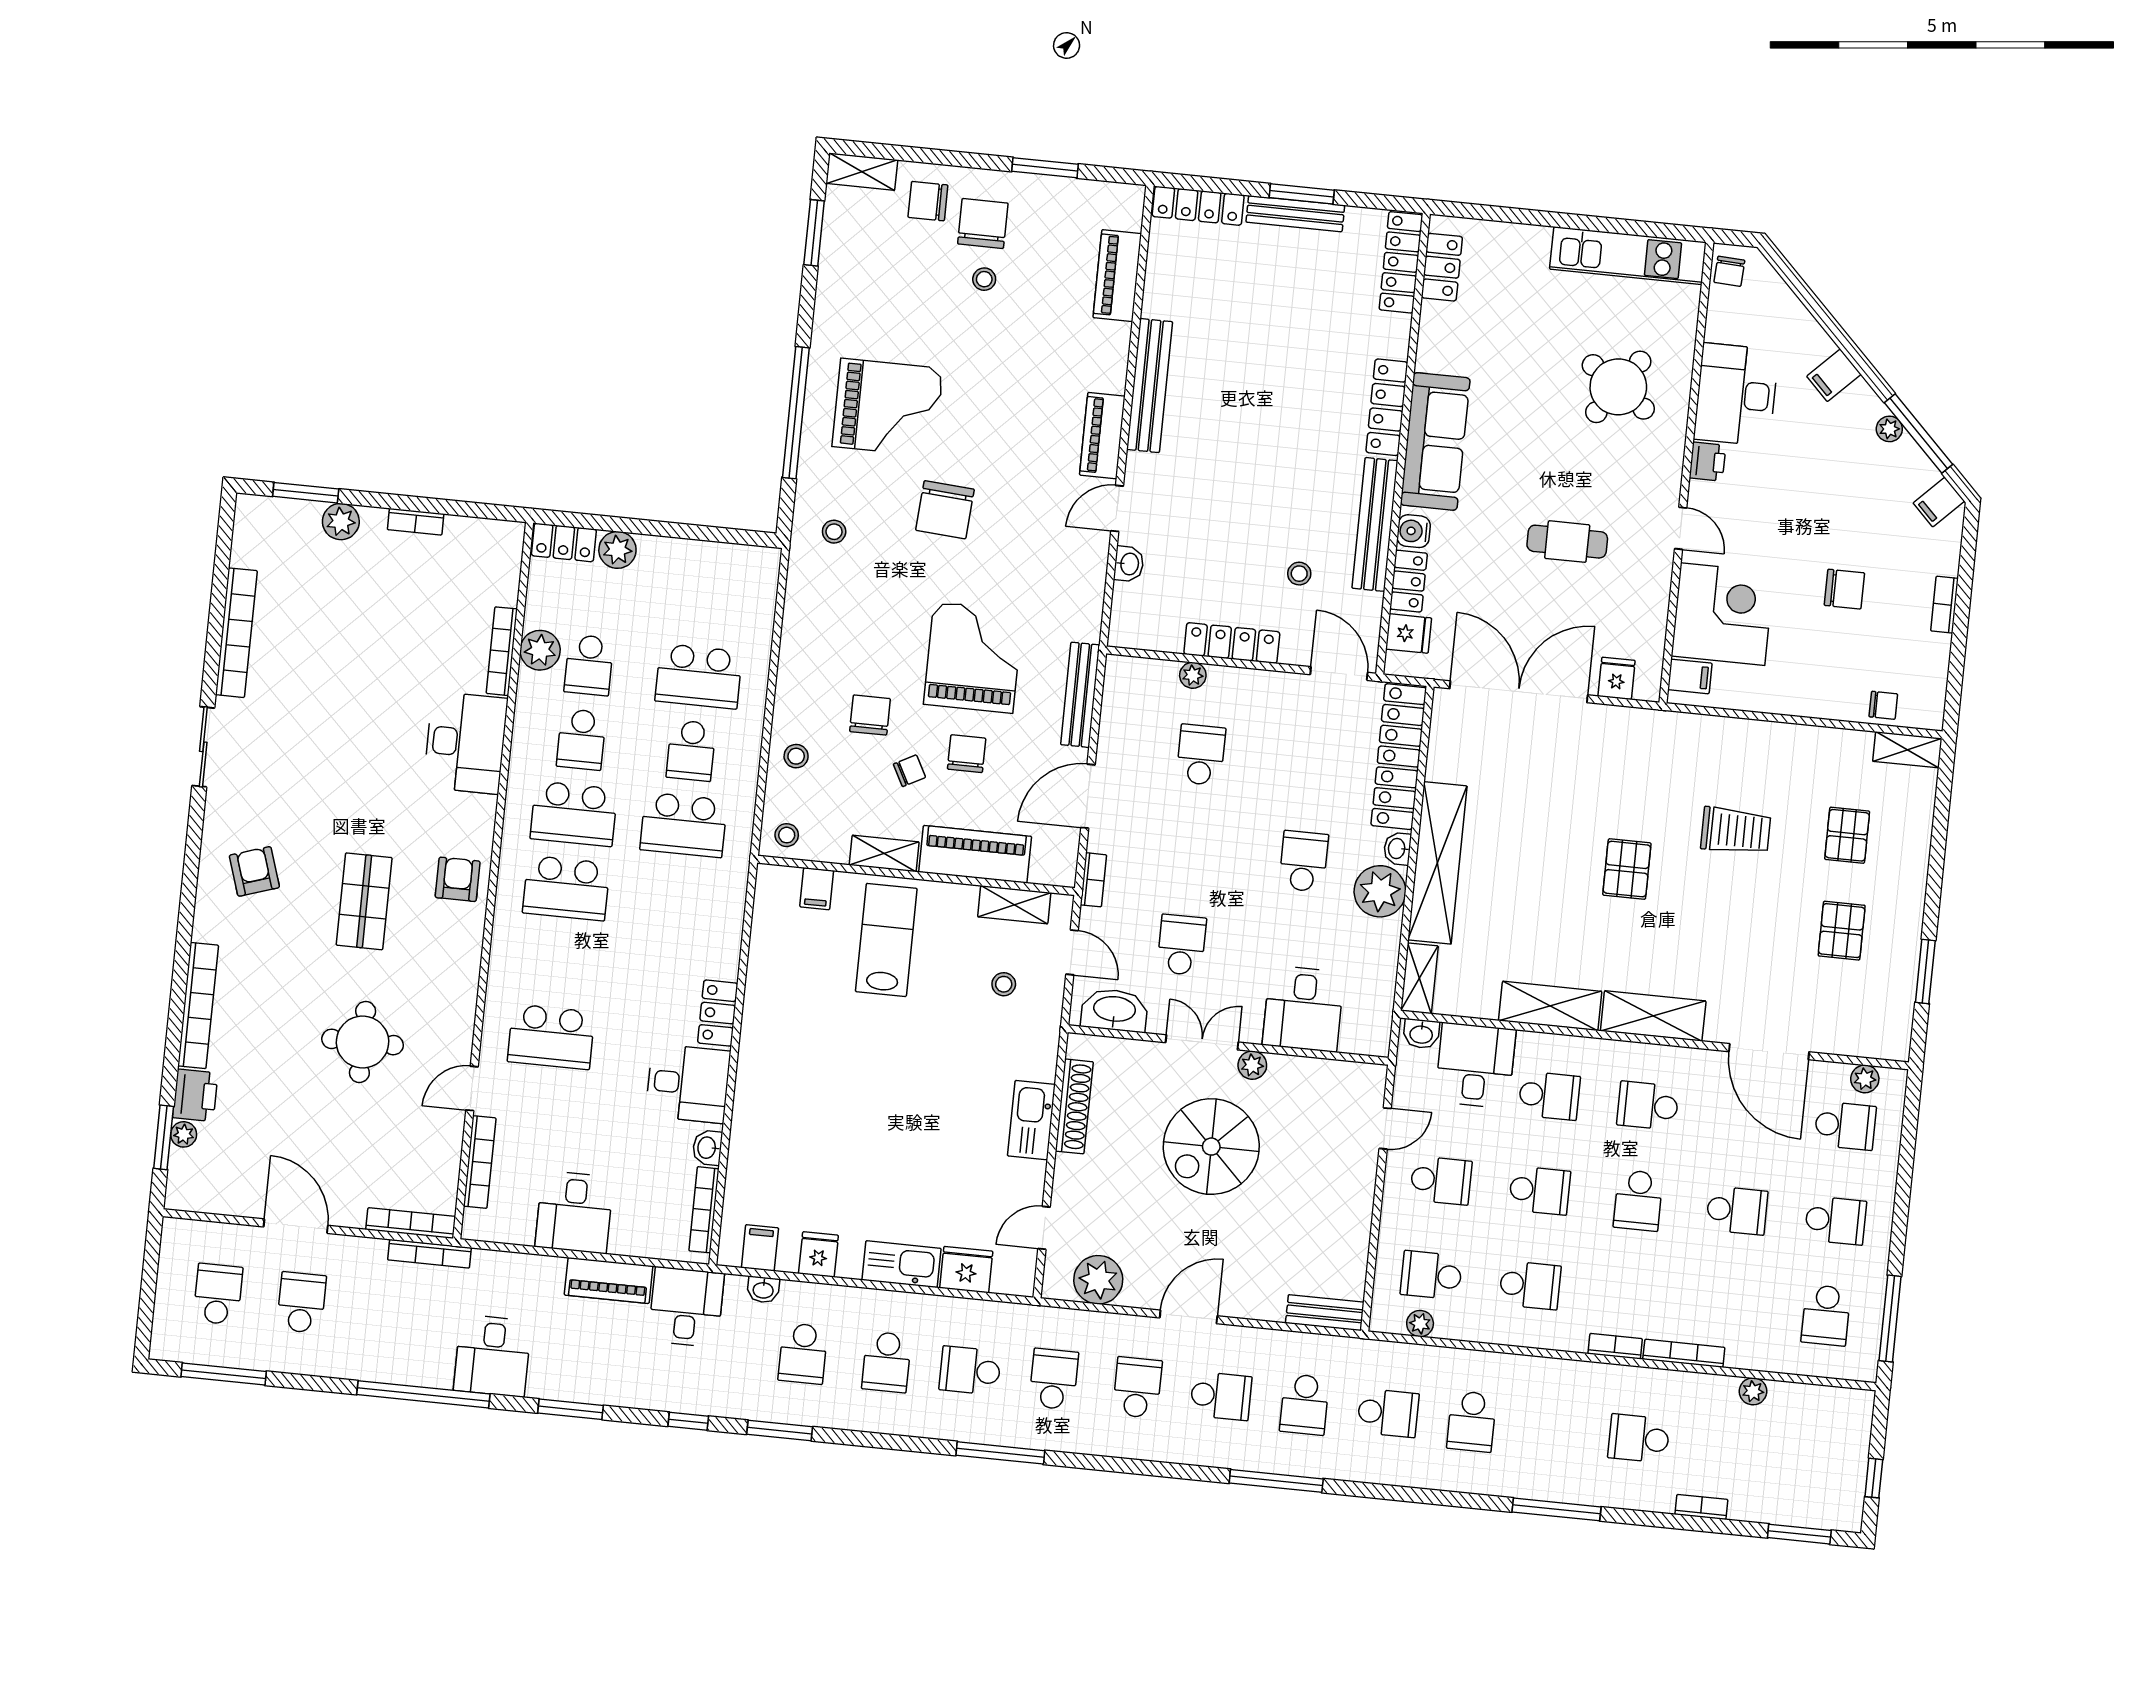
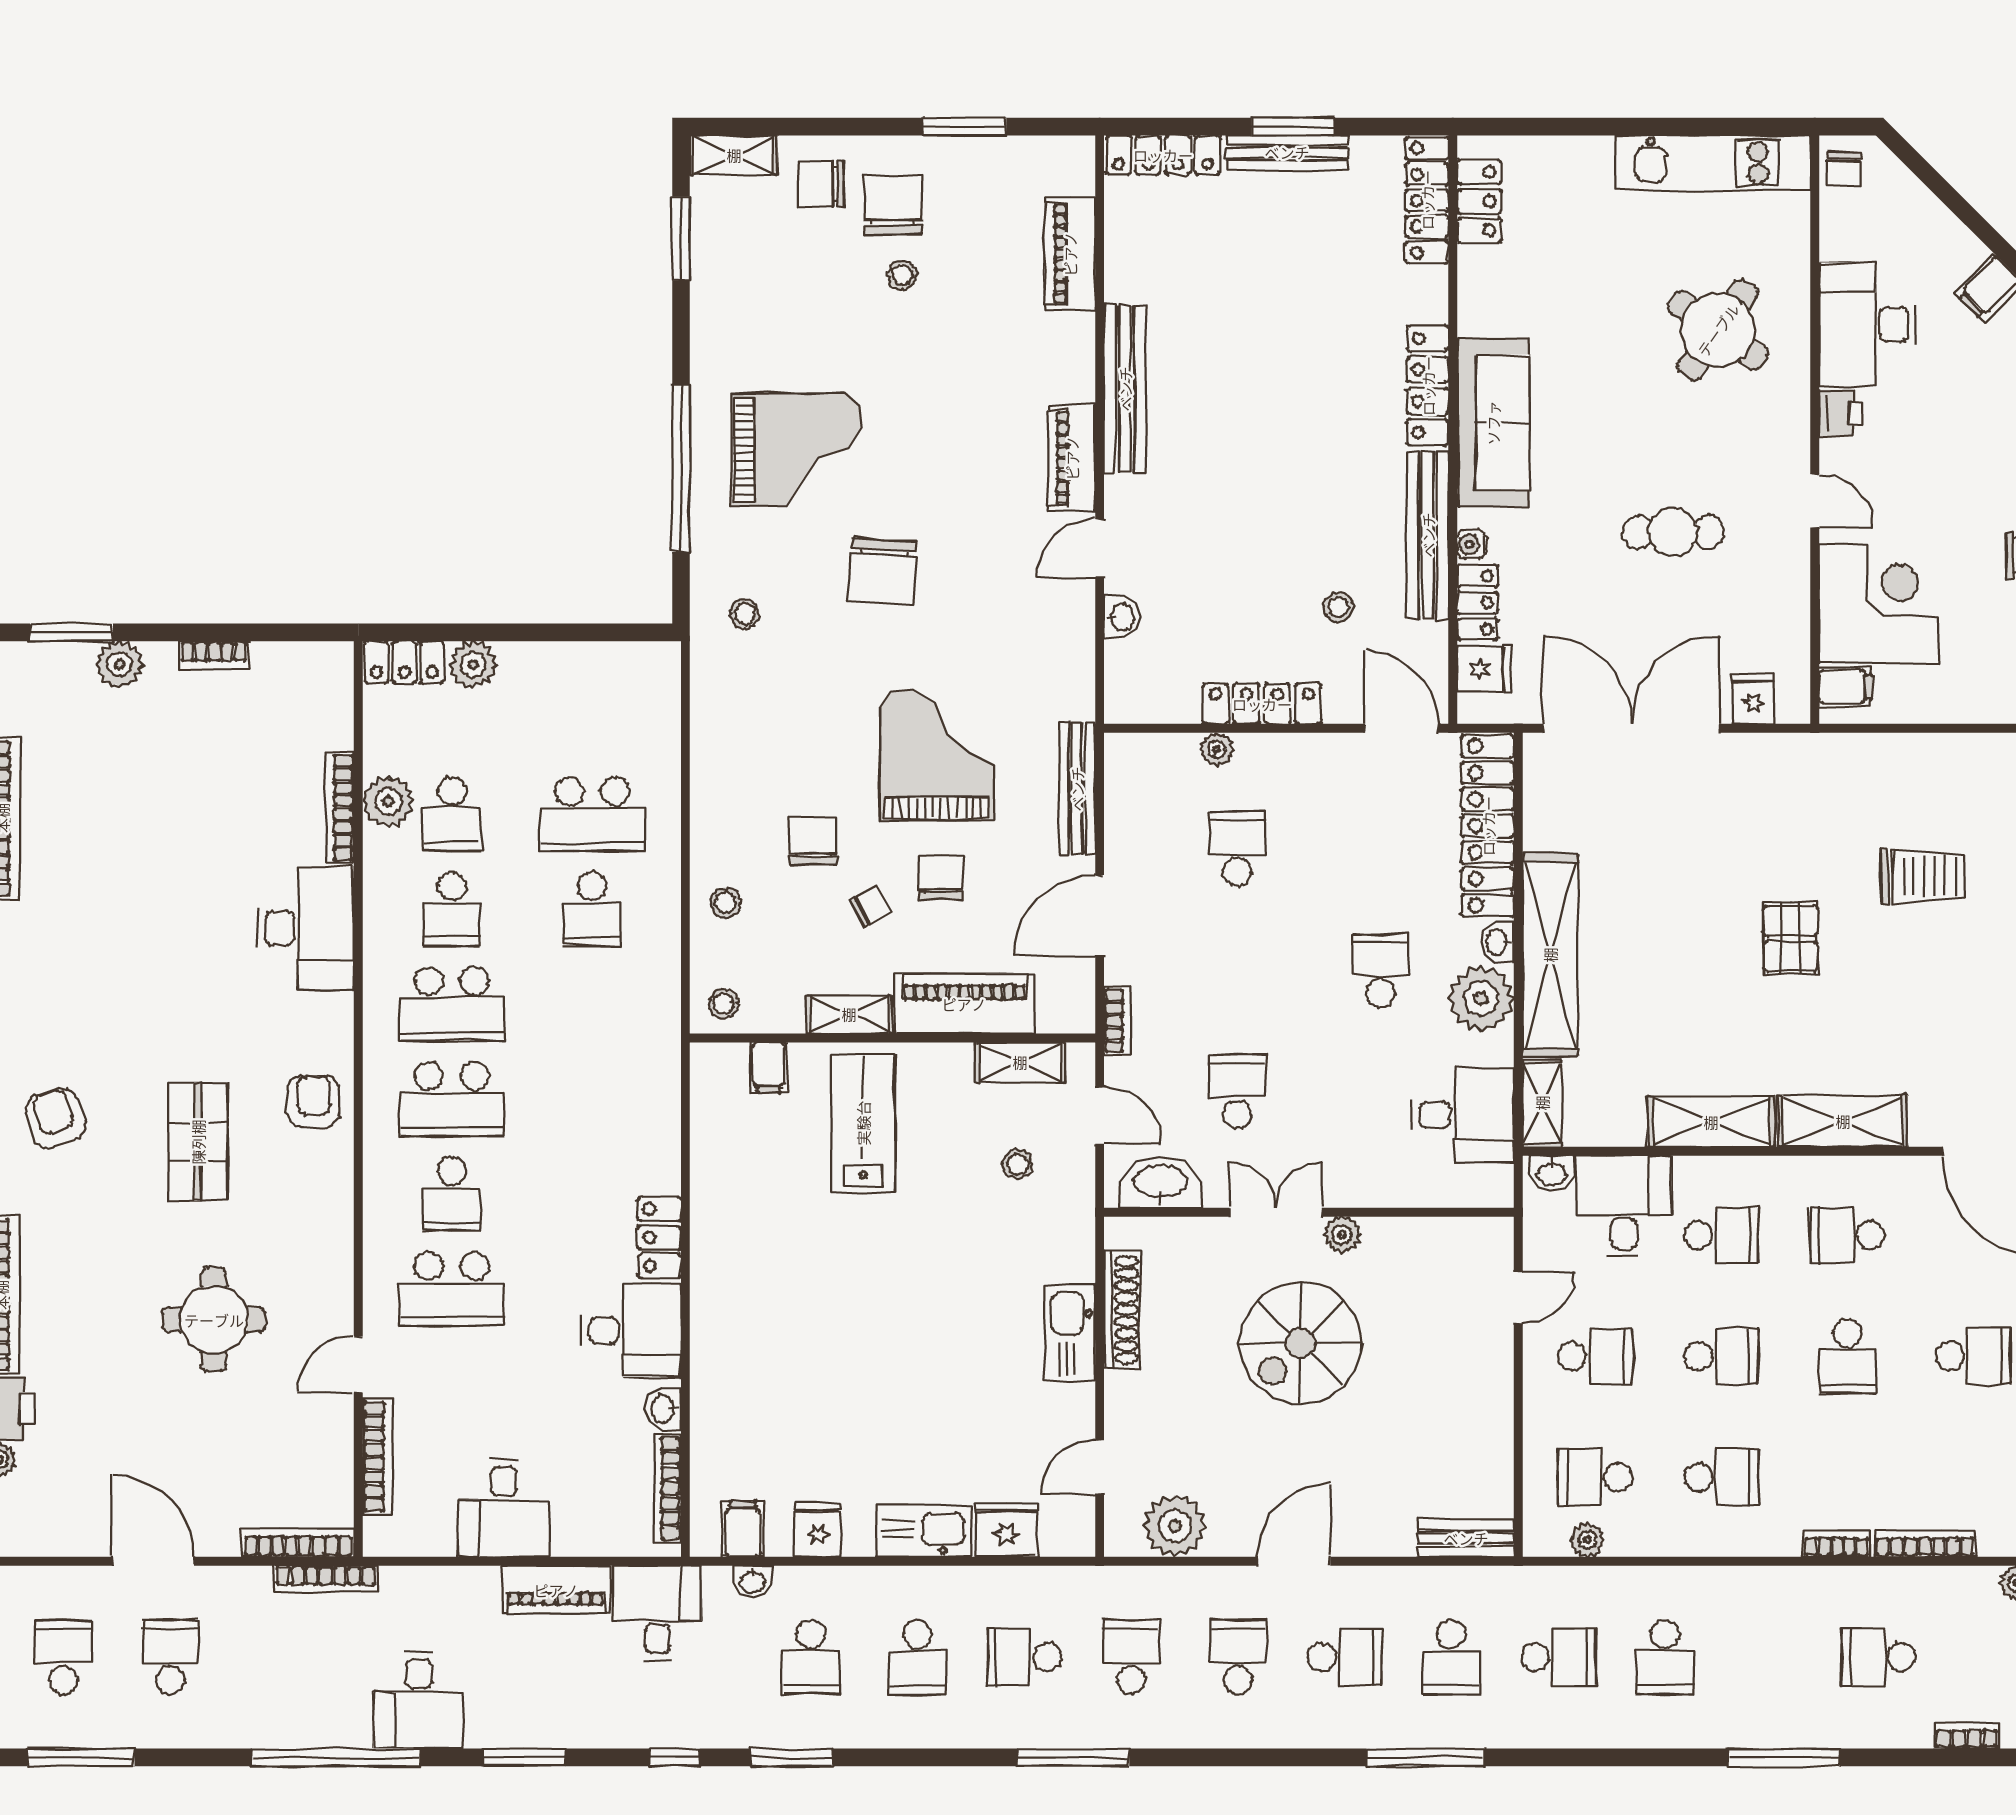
water cooler: (1414, 531) -> (1472, 544), width x0.72, depth x0.72
school desk: (684, 825) -> (452, 1194), moved, width x0.54
desk: (1303, 1009) -> (1463, 1115), moved, turned -90

